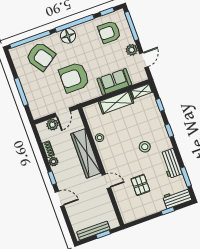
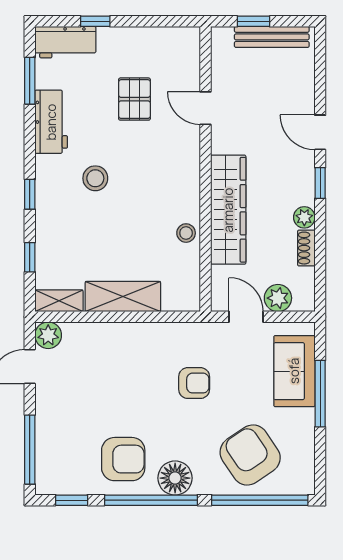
armchair: (109, 32) -> (123, 459), moved
plant: (132, 50) -> (48, 335), moved
armchair: (74, 78) -> (194, 383), width x0.53, depth x0.53
sofa: (114, 82) -> (294, 371), moved, turned 90
door: (63, 112) -> (246, 317), hinge flipped
door: (106, 181) -> (205, 108), moved

